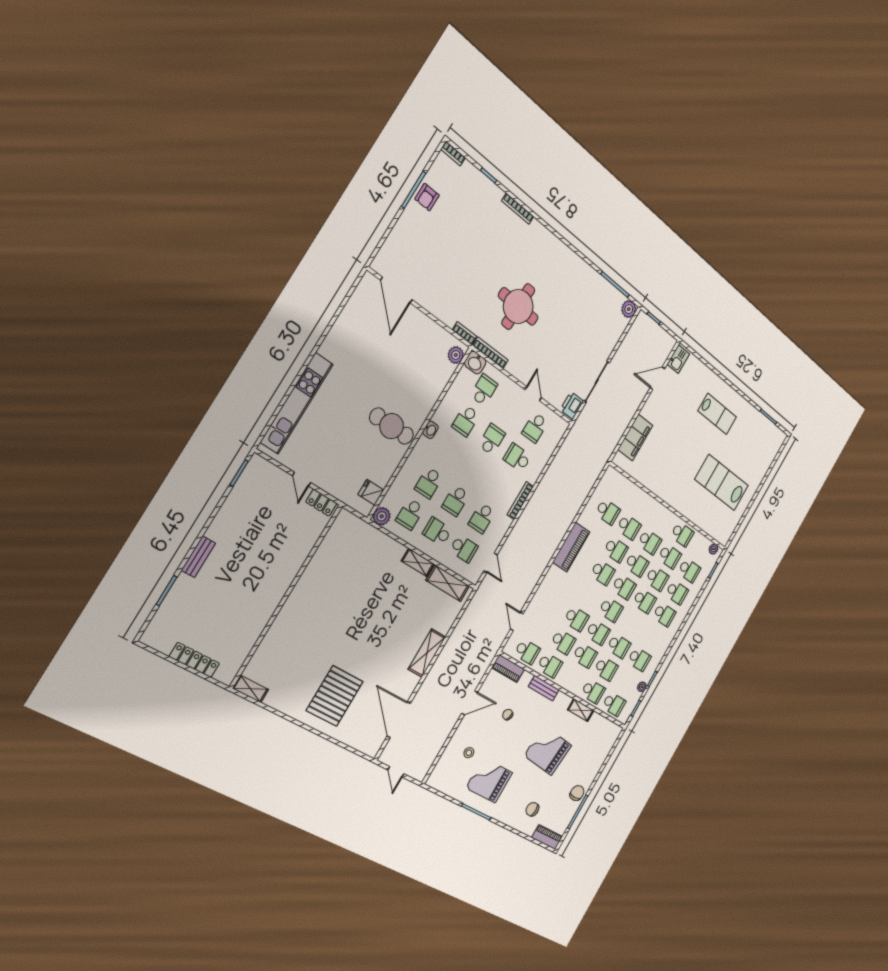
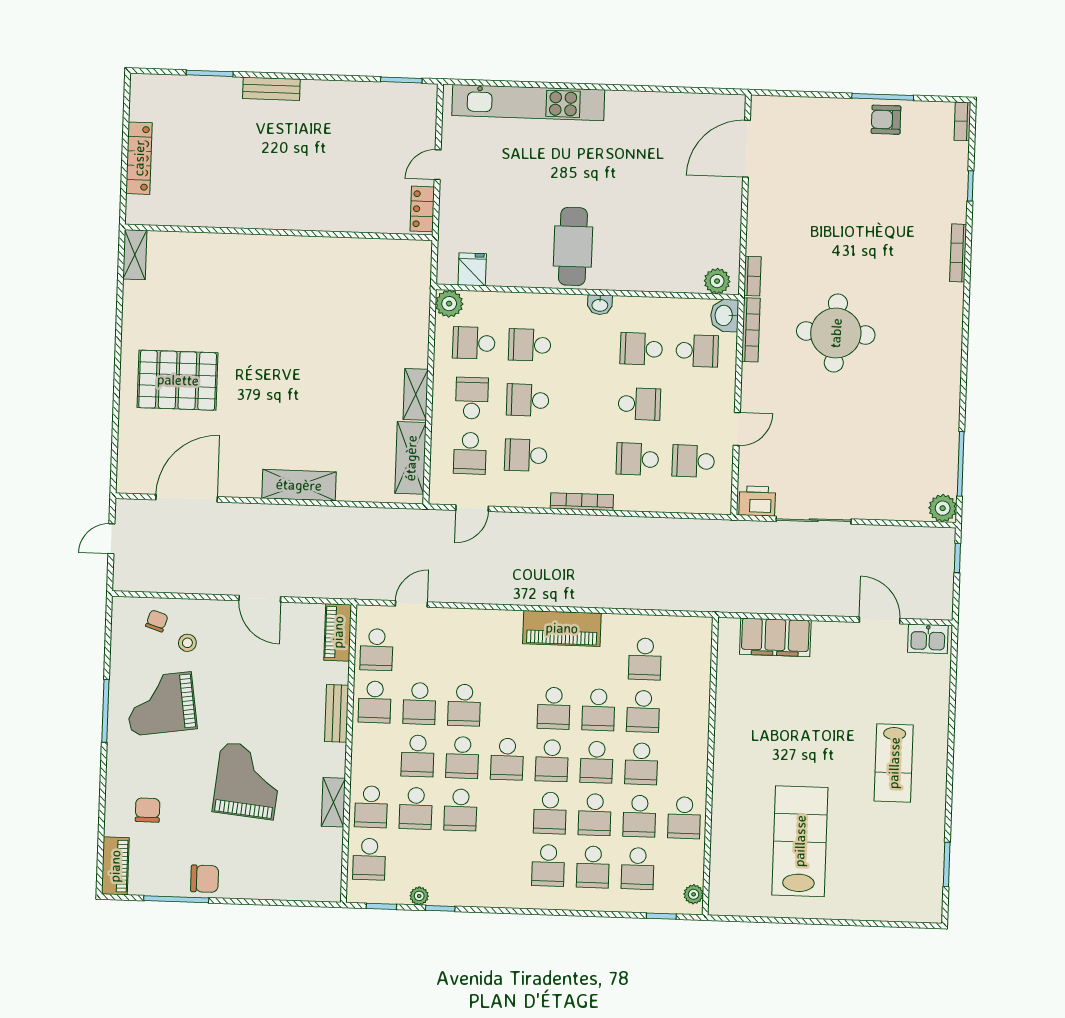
school desk: (517, 458) -> (637, 459), turned -90
school desk: (639, 659) -> (459, 862), removed
chair: (508, 715) -> (157, 621), moved
grand piano: (489, 780) -> (161, 704), turned -98

